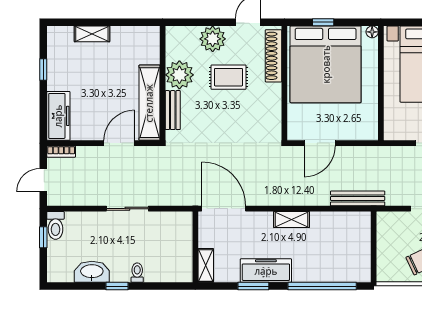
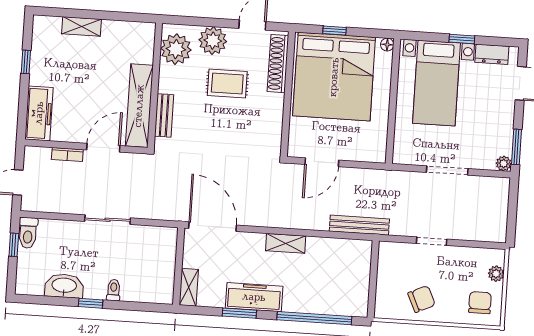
plant: (179, 75) -> (176, 49), moved
bookcase: (61, 152) -> (67, 154), moved

